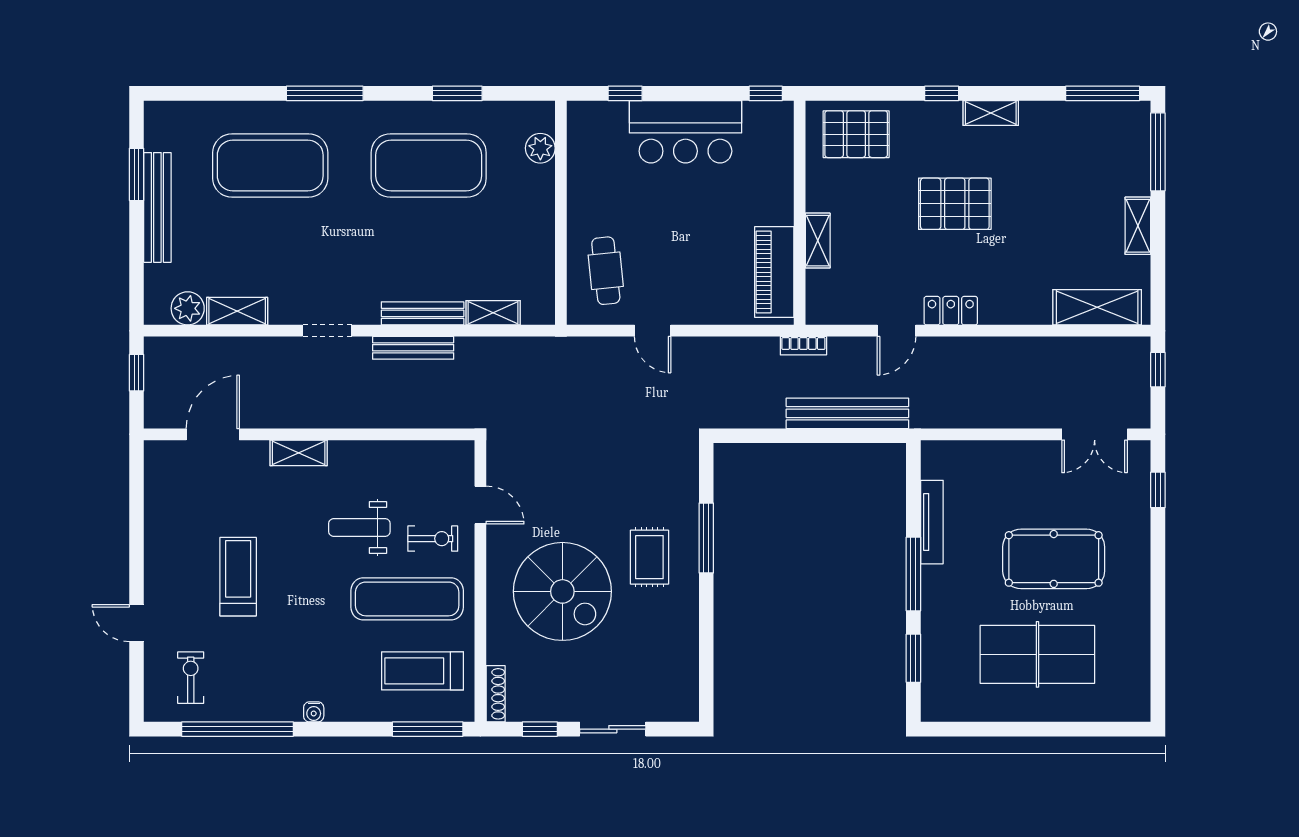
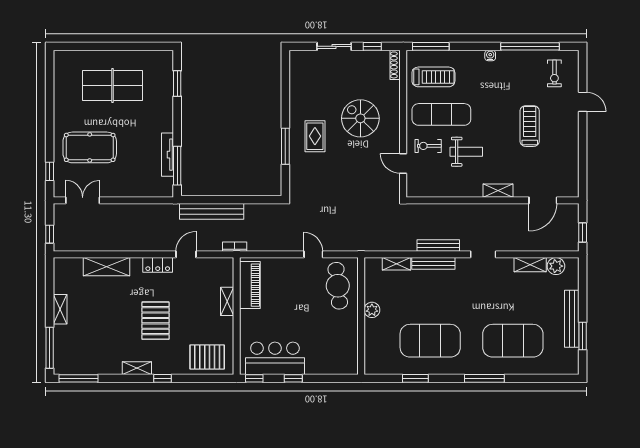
window: (625, 93) -> (293, 378), moved
bar counter: (685, 132) -> (275, 358), moved
plant: (540, 148) -> (372, 310), moved
pallet: (955, 204) -> (156, 321), turned 90
cafe table: (606, 271) -> (338, 286), width x1.37, depth x1.35
shelving: (1097, 307) -> (107, 267), moved
pool table: (1054, 559) -> (90, 147), moved
window: (913, 574) -> (177, 166), moved
treadmill: (238, 577) -> (530, 126), turned 180
spiral stairs: (562, 591) -> (360, 118), width x0.73, depth x0.73

